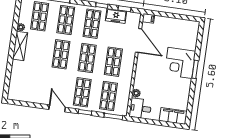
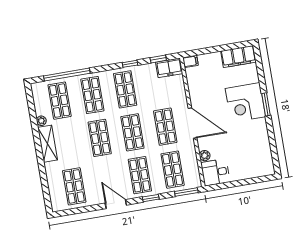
freezer: (116, 16) -> (169, 68), moved
door: (138, 41) -> (193, 123), moved
shop shelf: (30, 85) -> (74, 186), added
filing cabinet: (173, 116) -> (238, 57), moved, turned 180

